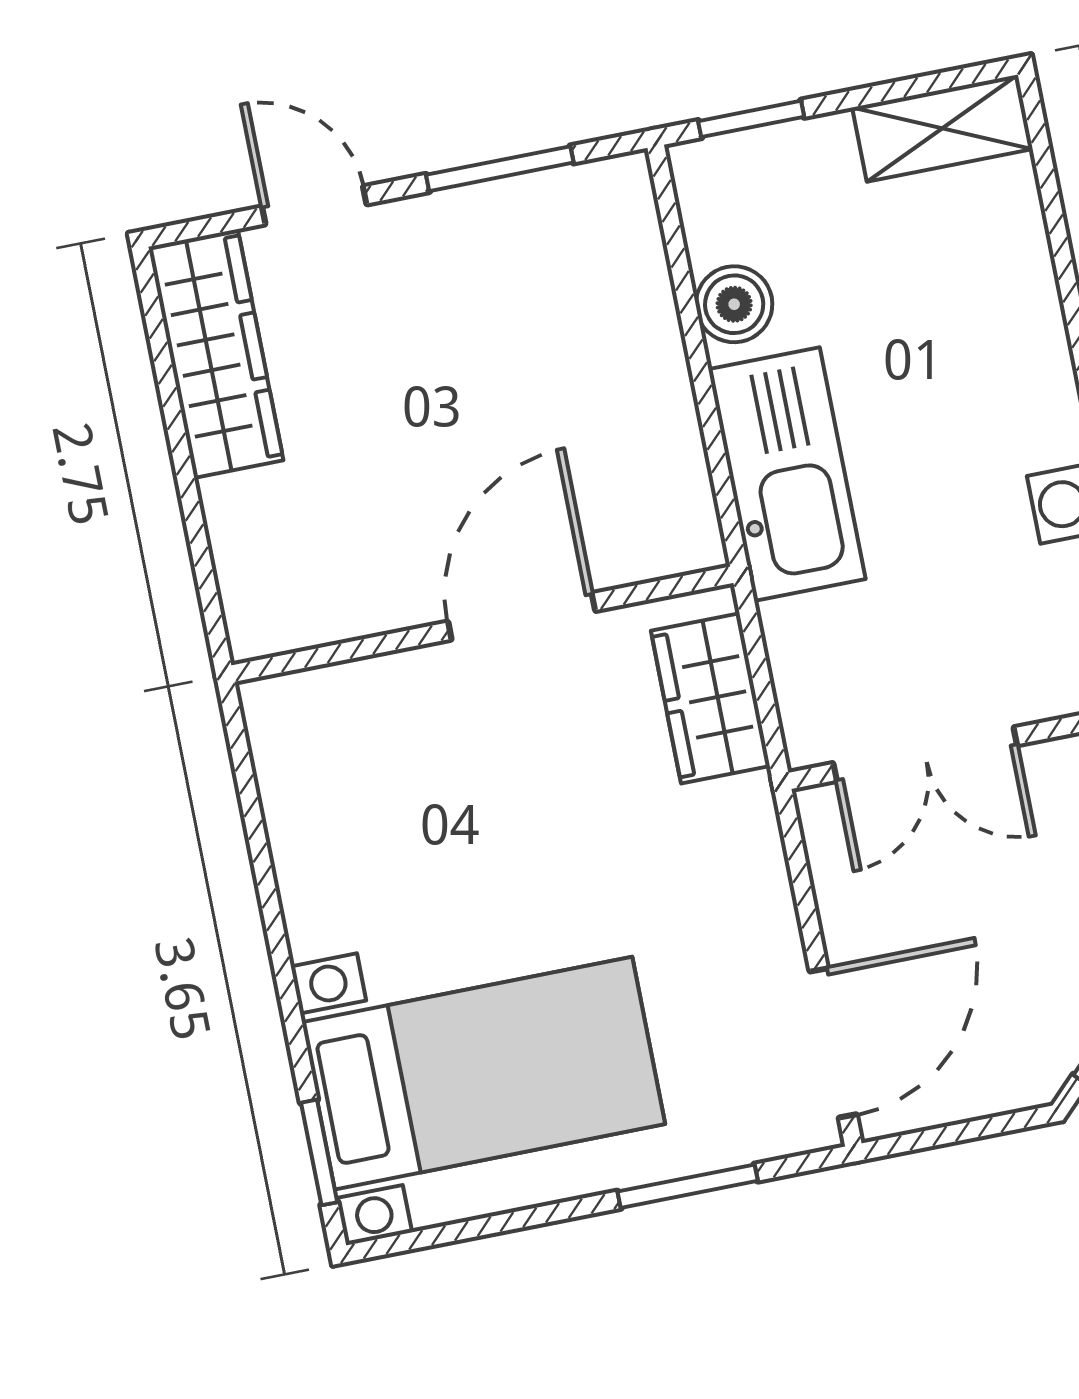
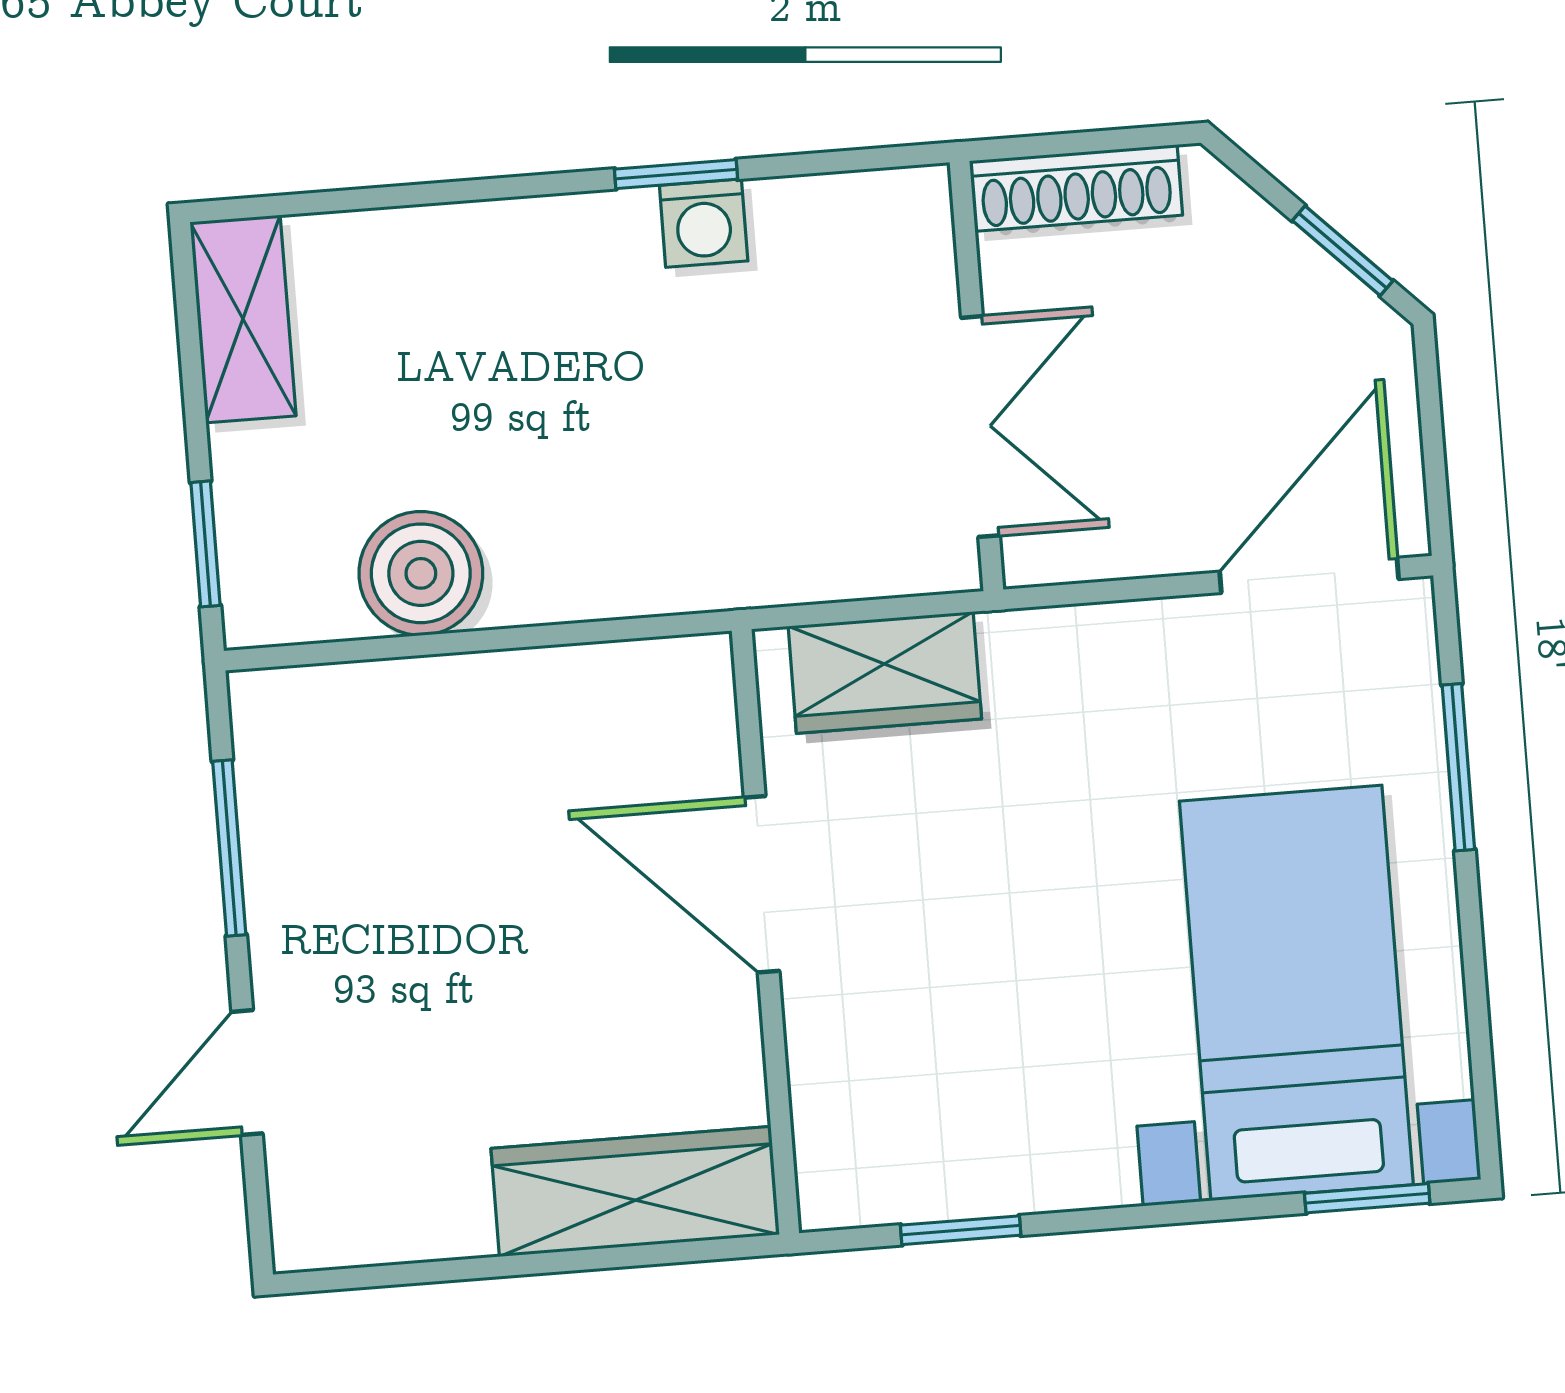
boiler: (734, 304) -> (421, 573), width x1.36, depth x1.36
wardrobe: (216, 354) -> (635, 1192), moved
kitchen sink: (787, 474) -> (630, 551), removed
window: (253, 816) -> (961, 1230), added
door: (833, 1043) -> (1309, 575), hinge flipped

